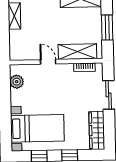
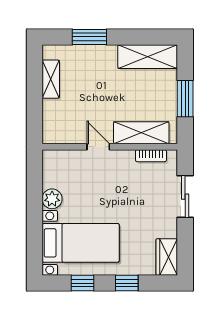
plant: (17, 82) -> (52, 199), moved
wardrobe: (97, 130) -> (167, 257), width x0.67

